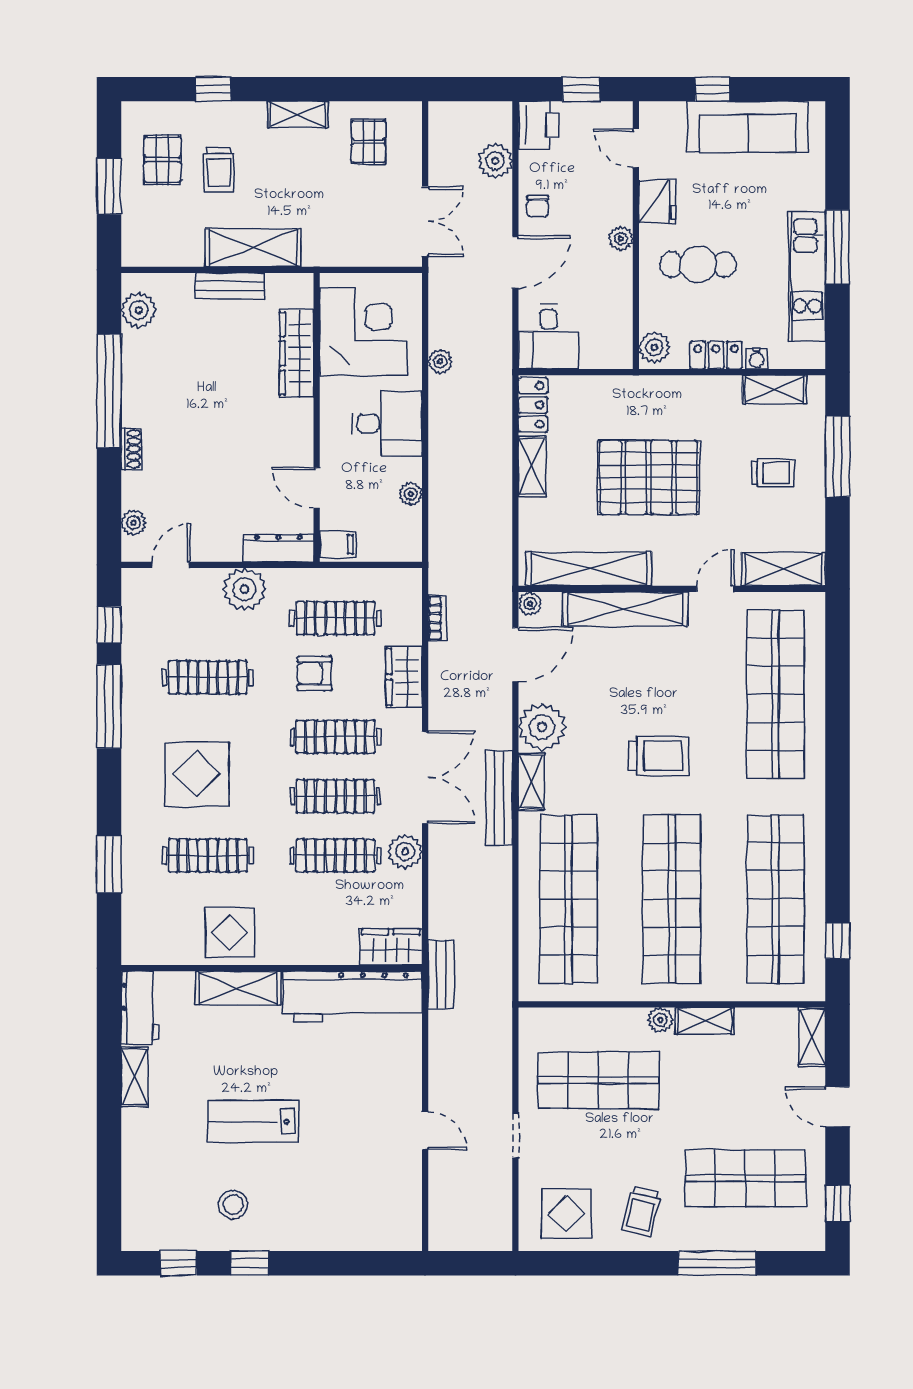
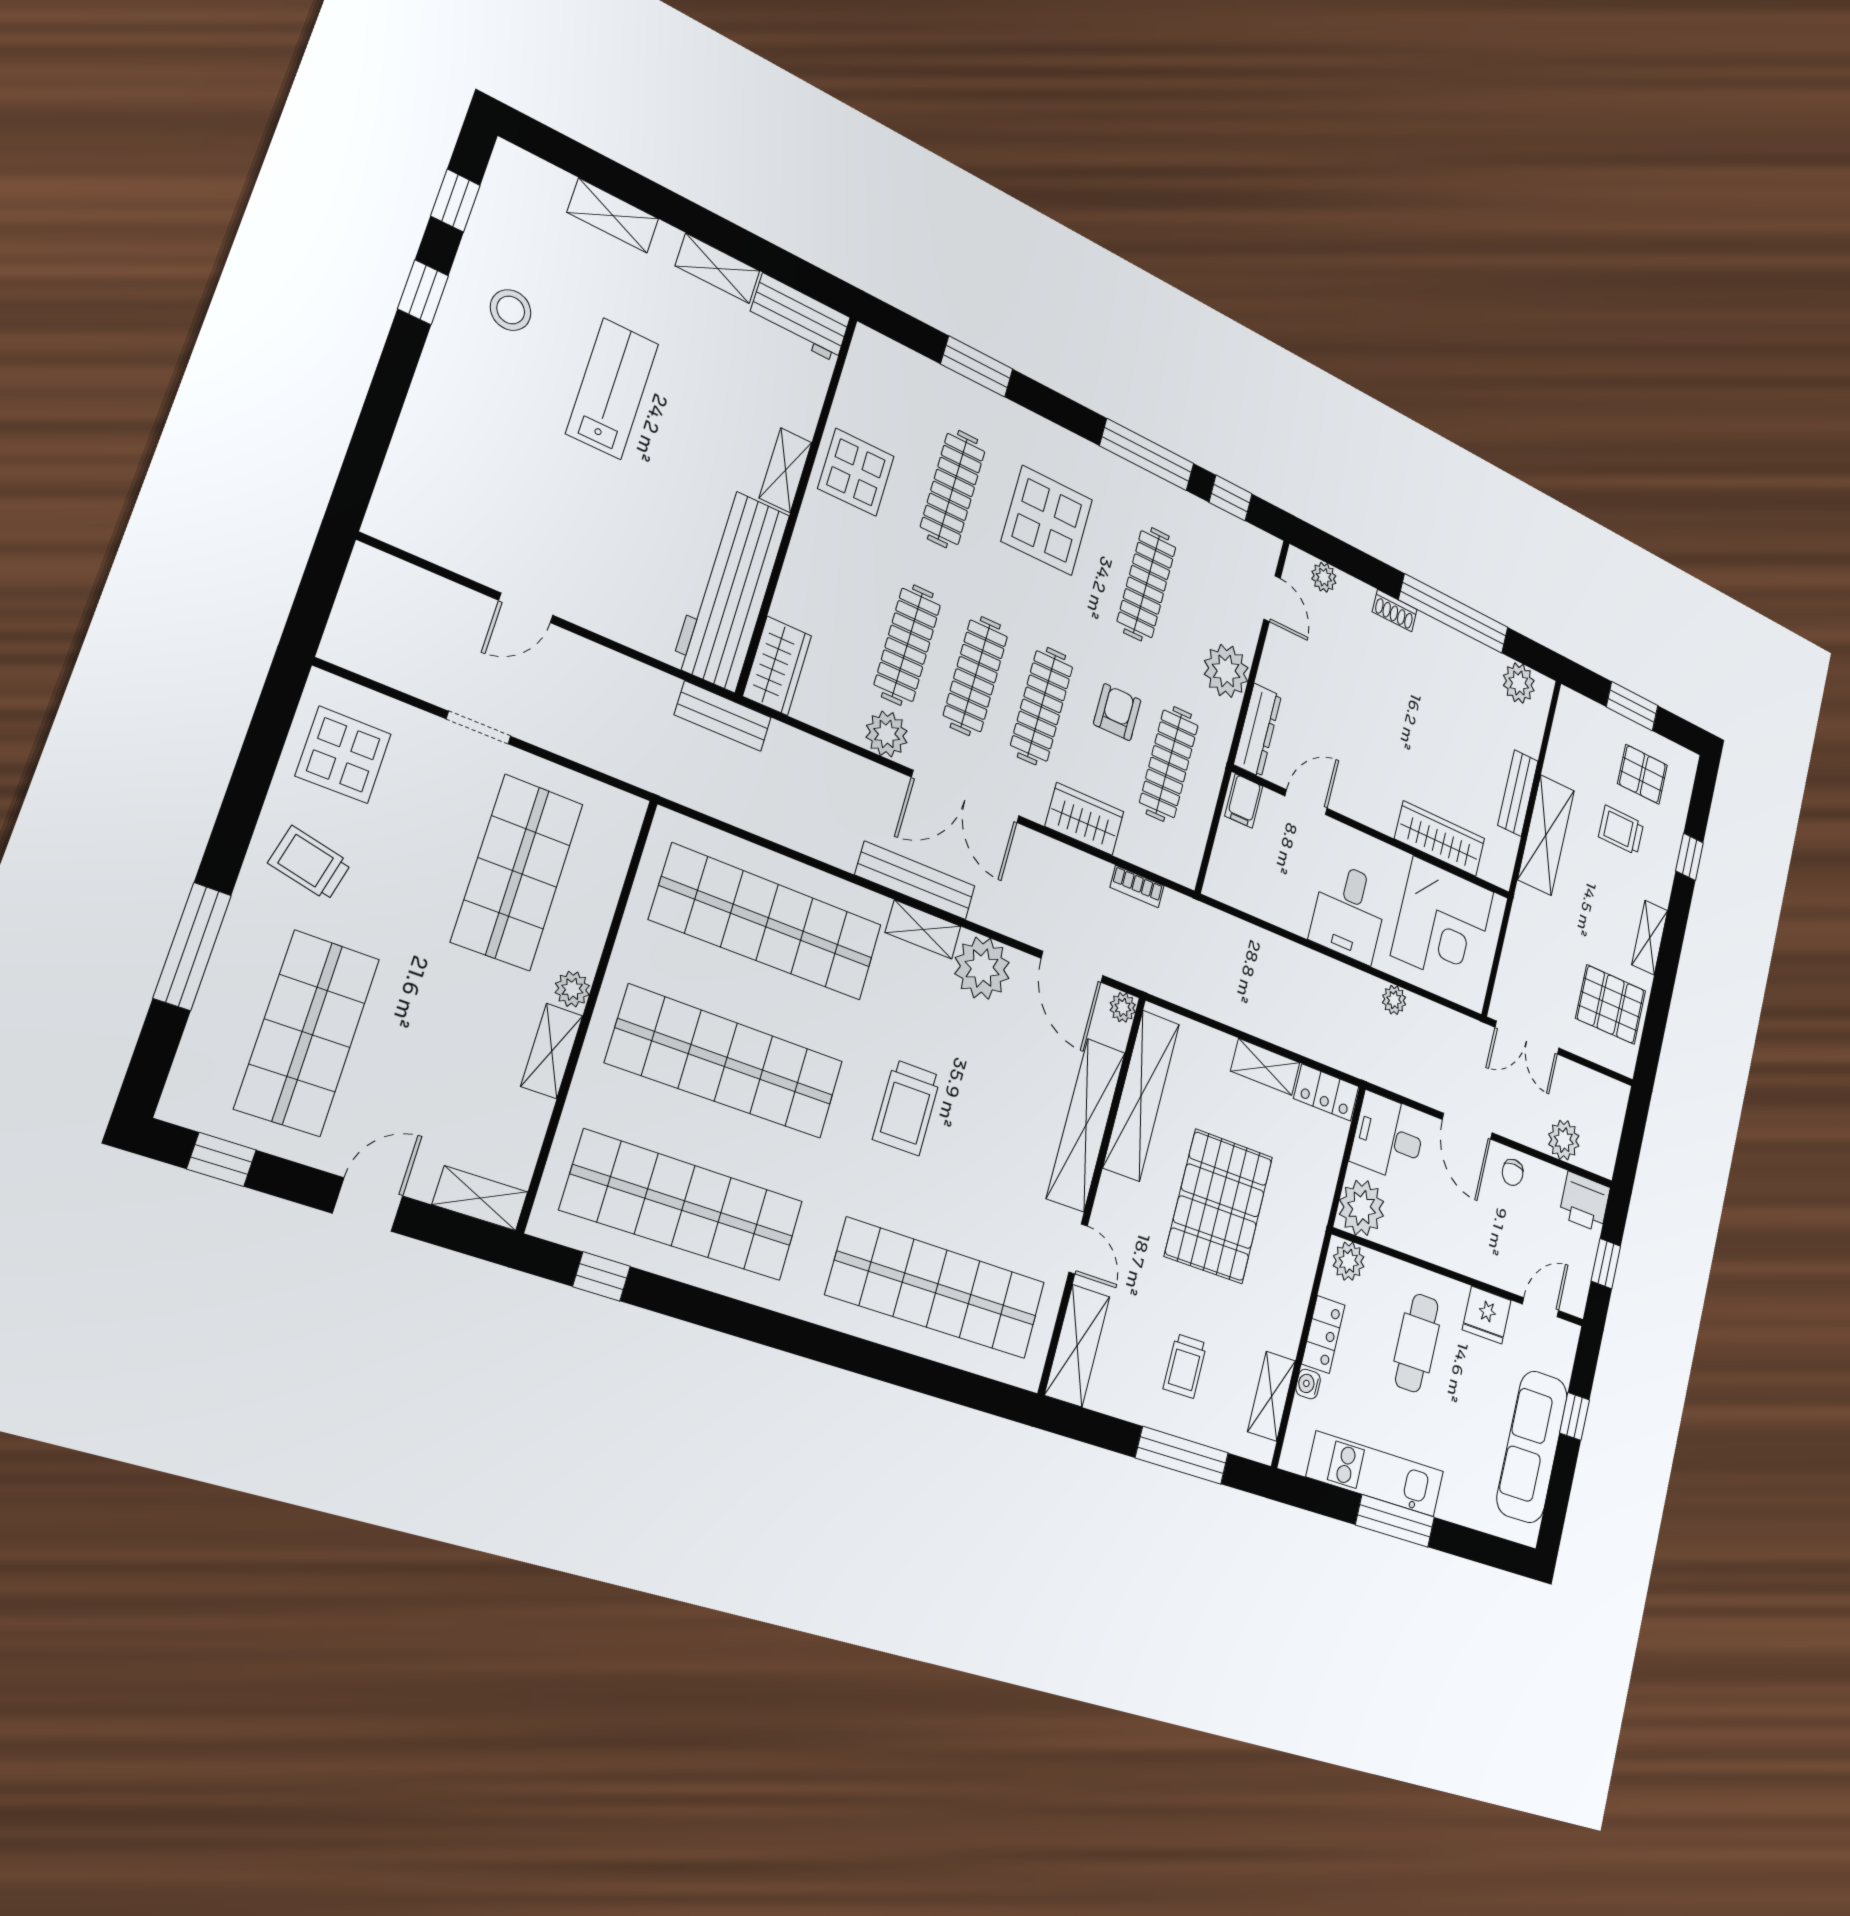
pallet: (368, 142) -> (1611, 1005), width x1.50, depth x1.42
chair: (538, 206) -> (1513, 1172), turned -90
plant: (621, 239) -> (1362, 1208), moved, width x1.87, depth x1.87
plant: (411, 494) -> (1273, 910), removed
shelving: (238, 988) -> (786, 470), width x0.67, depth x0.75
shelving: (135, 1159) -> (613, 216), added

